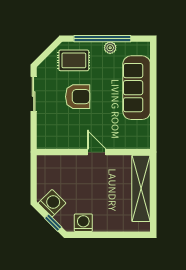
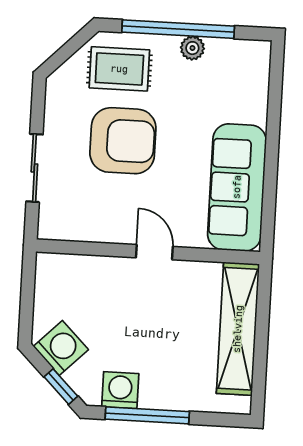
sofa: (137, 88) -> (237, 187), moved
sliding door: (34, 94) -> (34, 168), moved
armchair: (78, 97) -> (123, 141), width x1.36, depth x1.36
window: (98, 235) -> (147, 415), added

